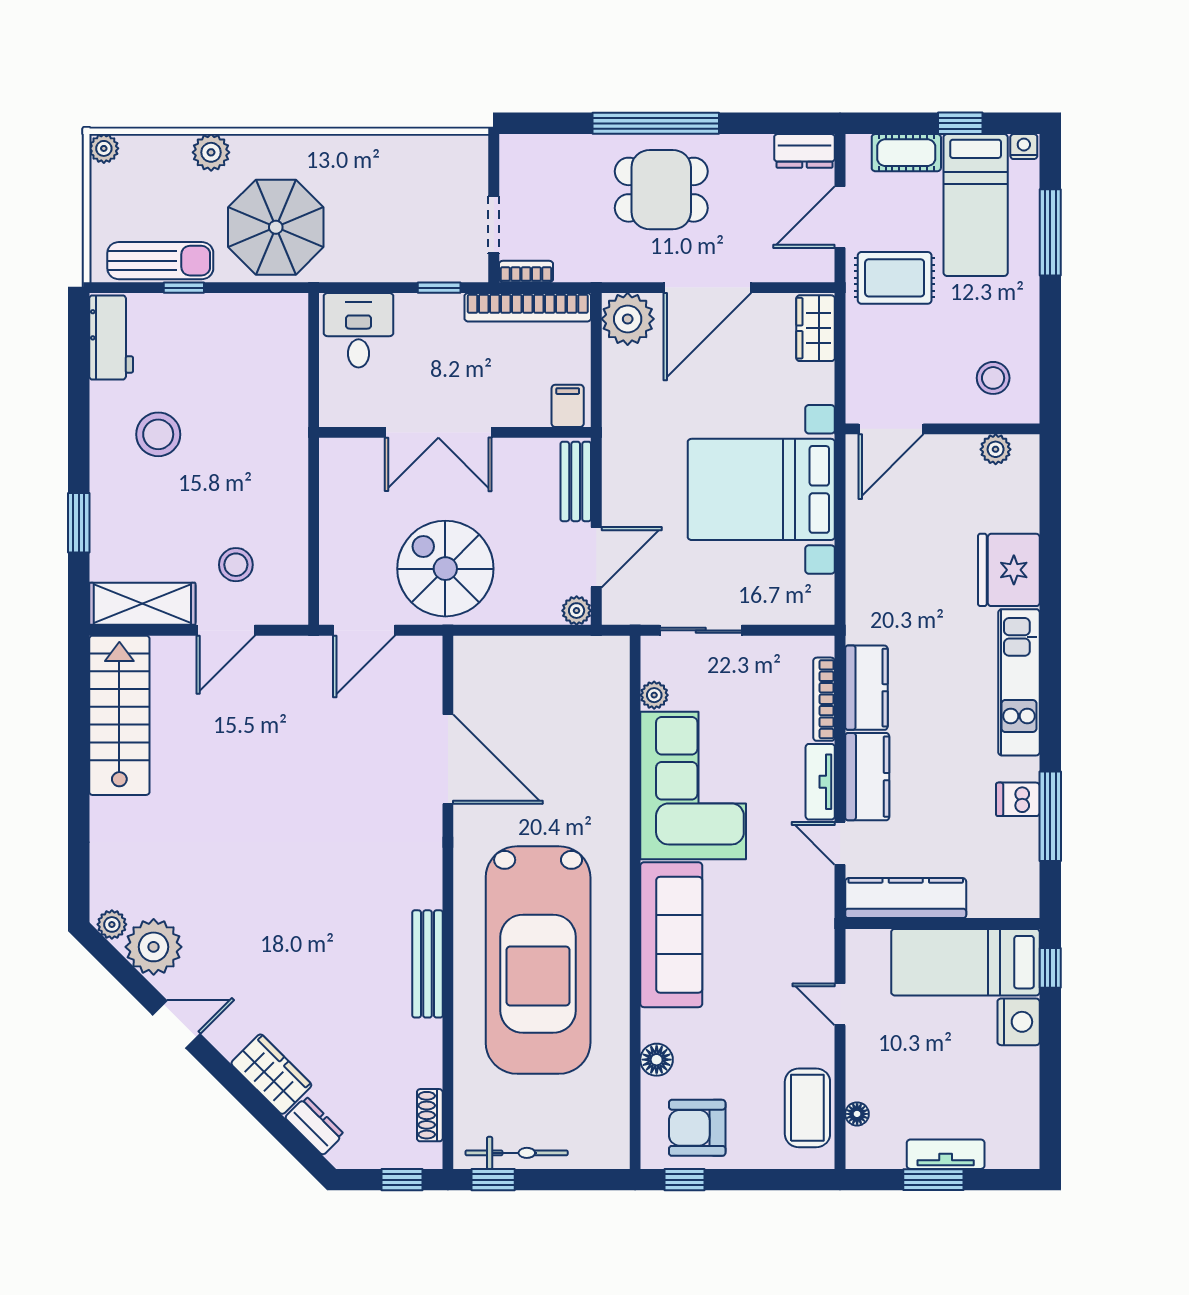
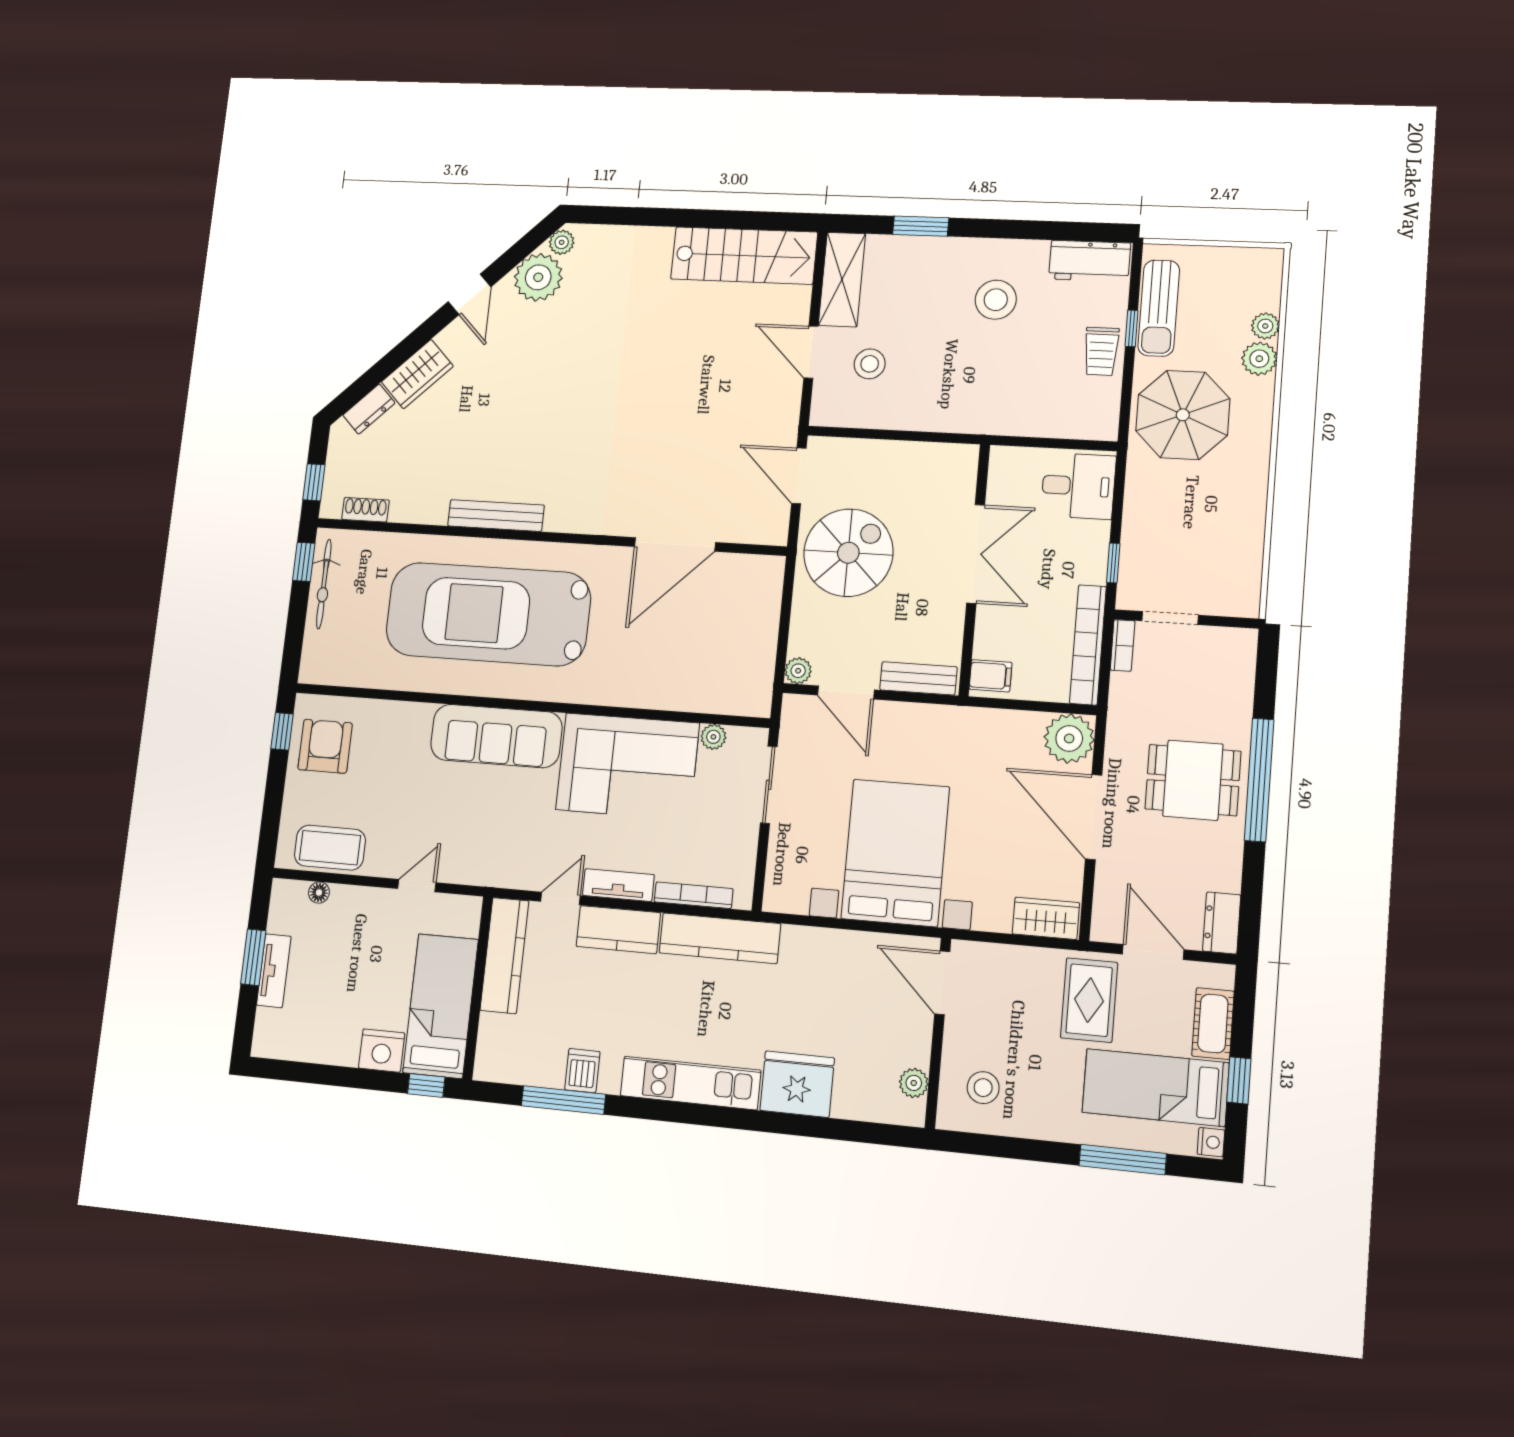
plant: (104, 148) -> (1265, 326), moved
dining table: (661, 190) -> (1193, 780), turned 90
trolley: (211, 318) -> (1101, 351), added
double door: (438, 432) -> (976, 554), swing flipped
kitchen counter: (866, 688) -> (720, 938), width x1.50
floor lamp: (657, 1060) -> (388, 714), removed

